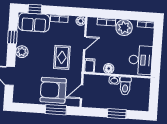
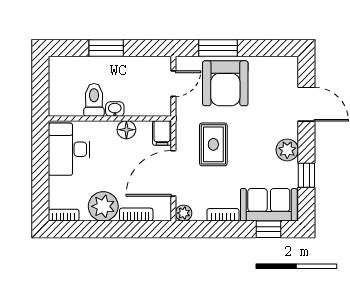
door: (85, 43) -> (173, 173), width x1.88
armchair: (53, 90) -> (225, 83), turned 90

